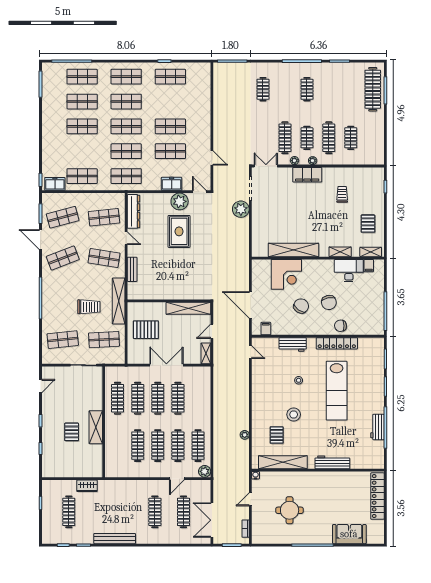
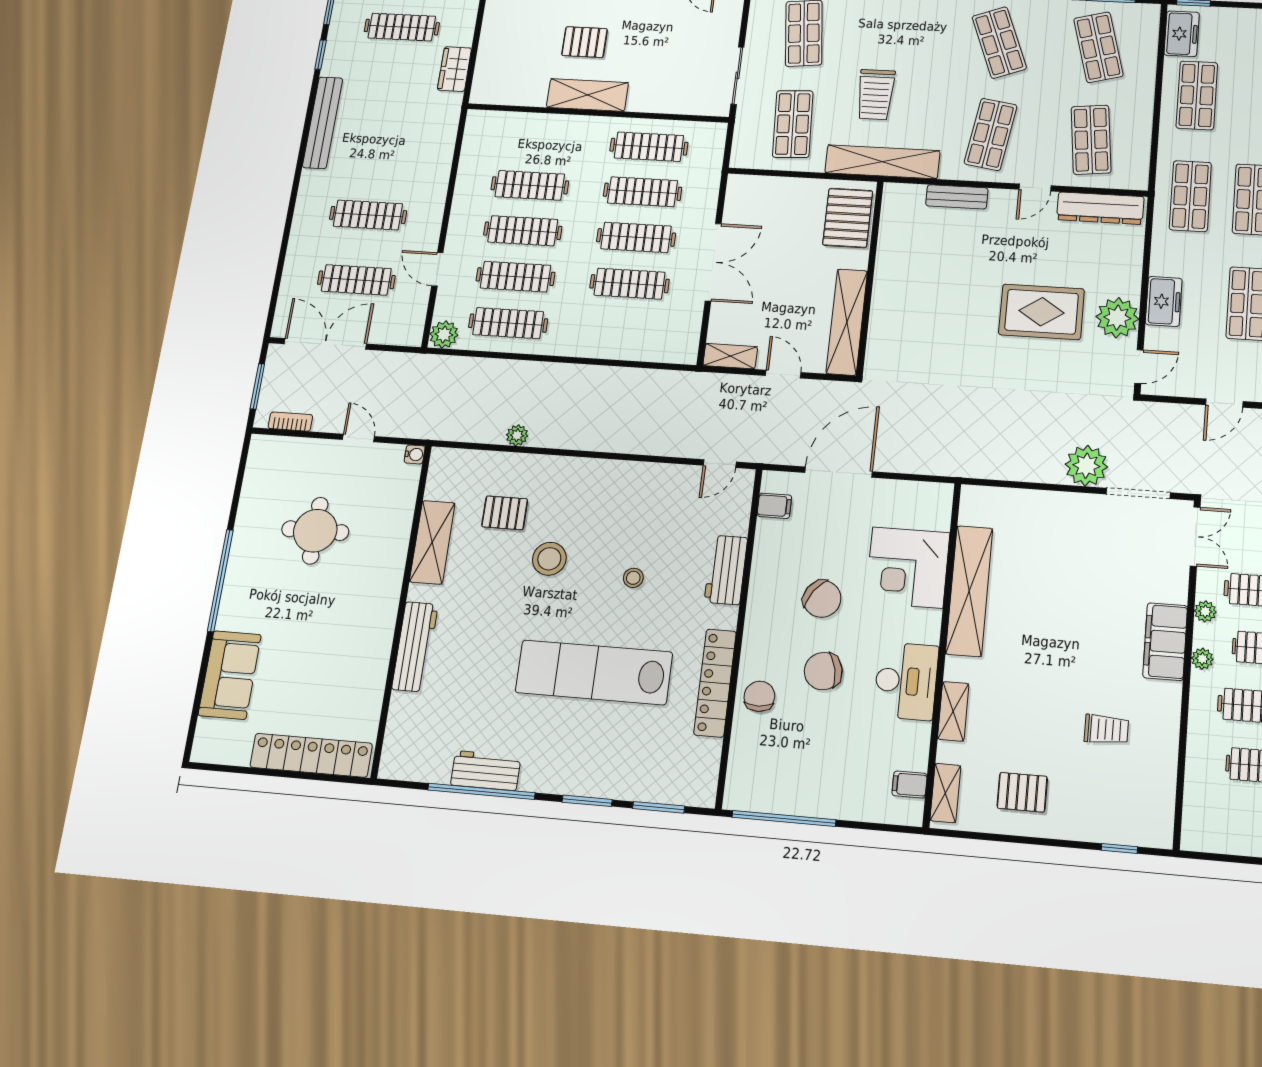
desk: (349, 271) -> (906, 681), moved
pallet: (146, 330) -> (848, 218), moved
shelving: (283, 462) -> (432, 542), width x0.68

